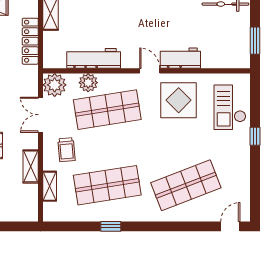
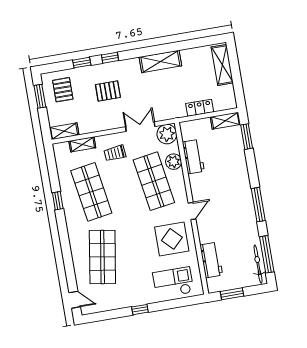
locker: (30, 41) -> (200, 108), width x0.66
workbench: (94, 58) -> (193, 157), width x0.73
workbench: (180, 58) -> (211, 260), moved
window: (255, 136) -> (140, 310), moved
shelving: (31, 166) -> (64, 131), moved
shop shelf: (186, 185) -> (102, 257), turned 30

